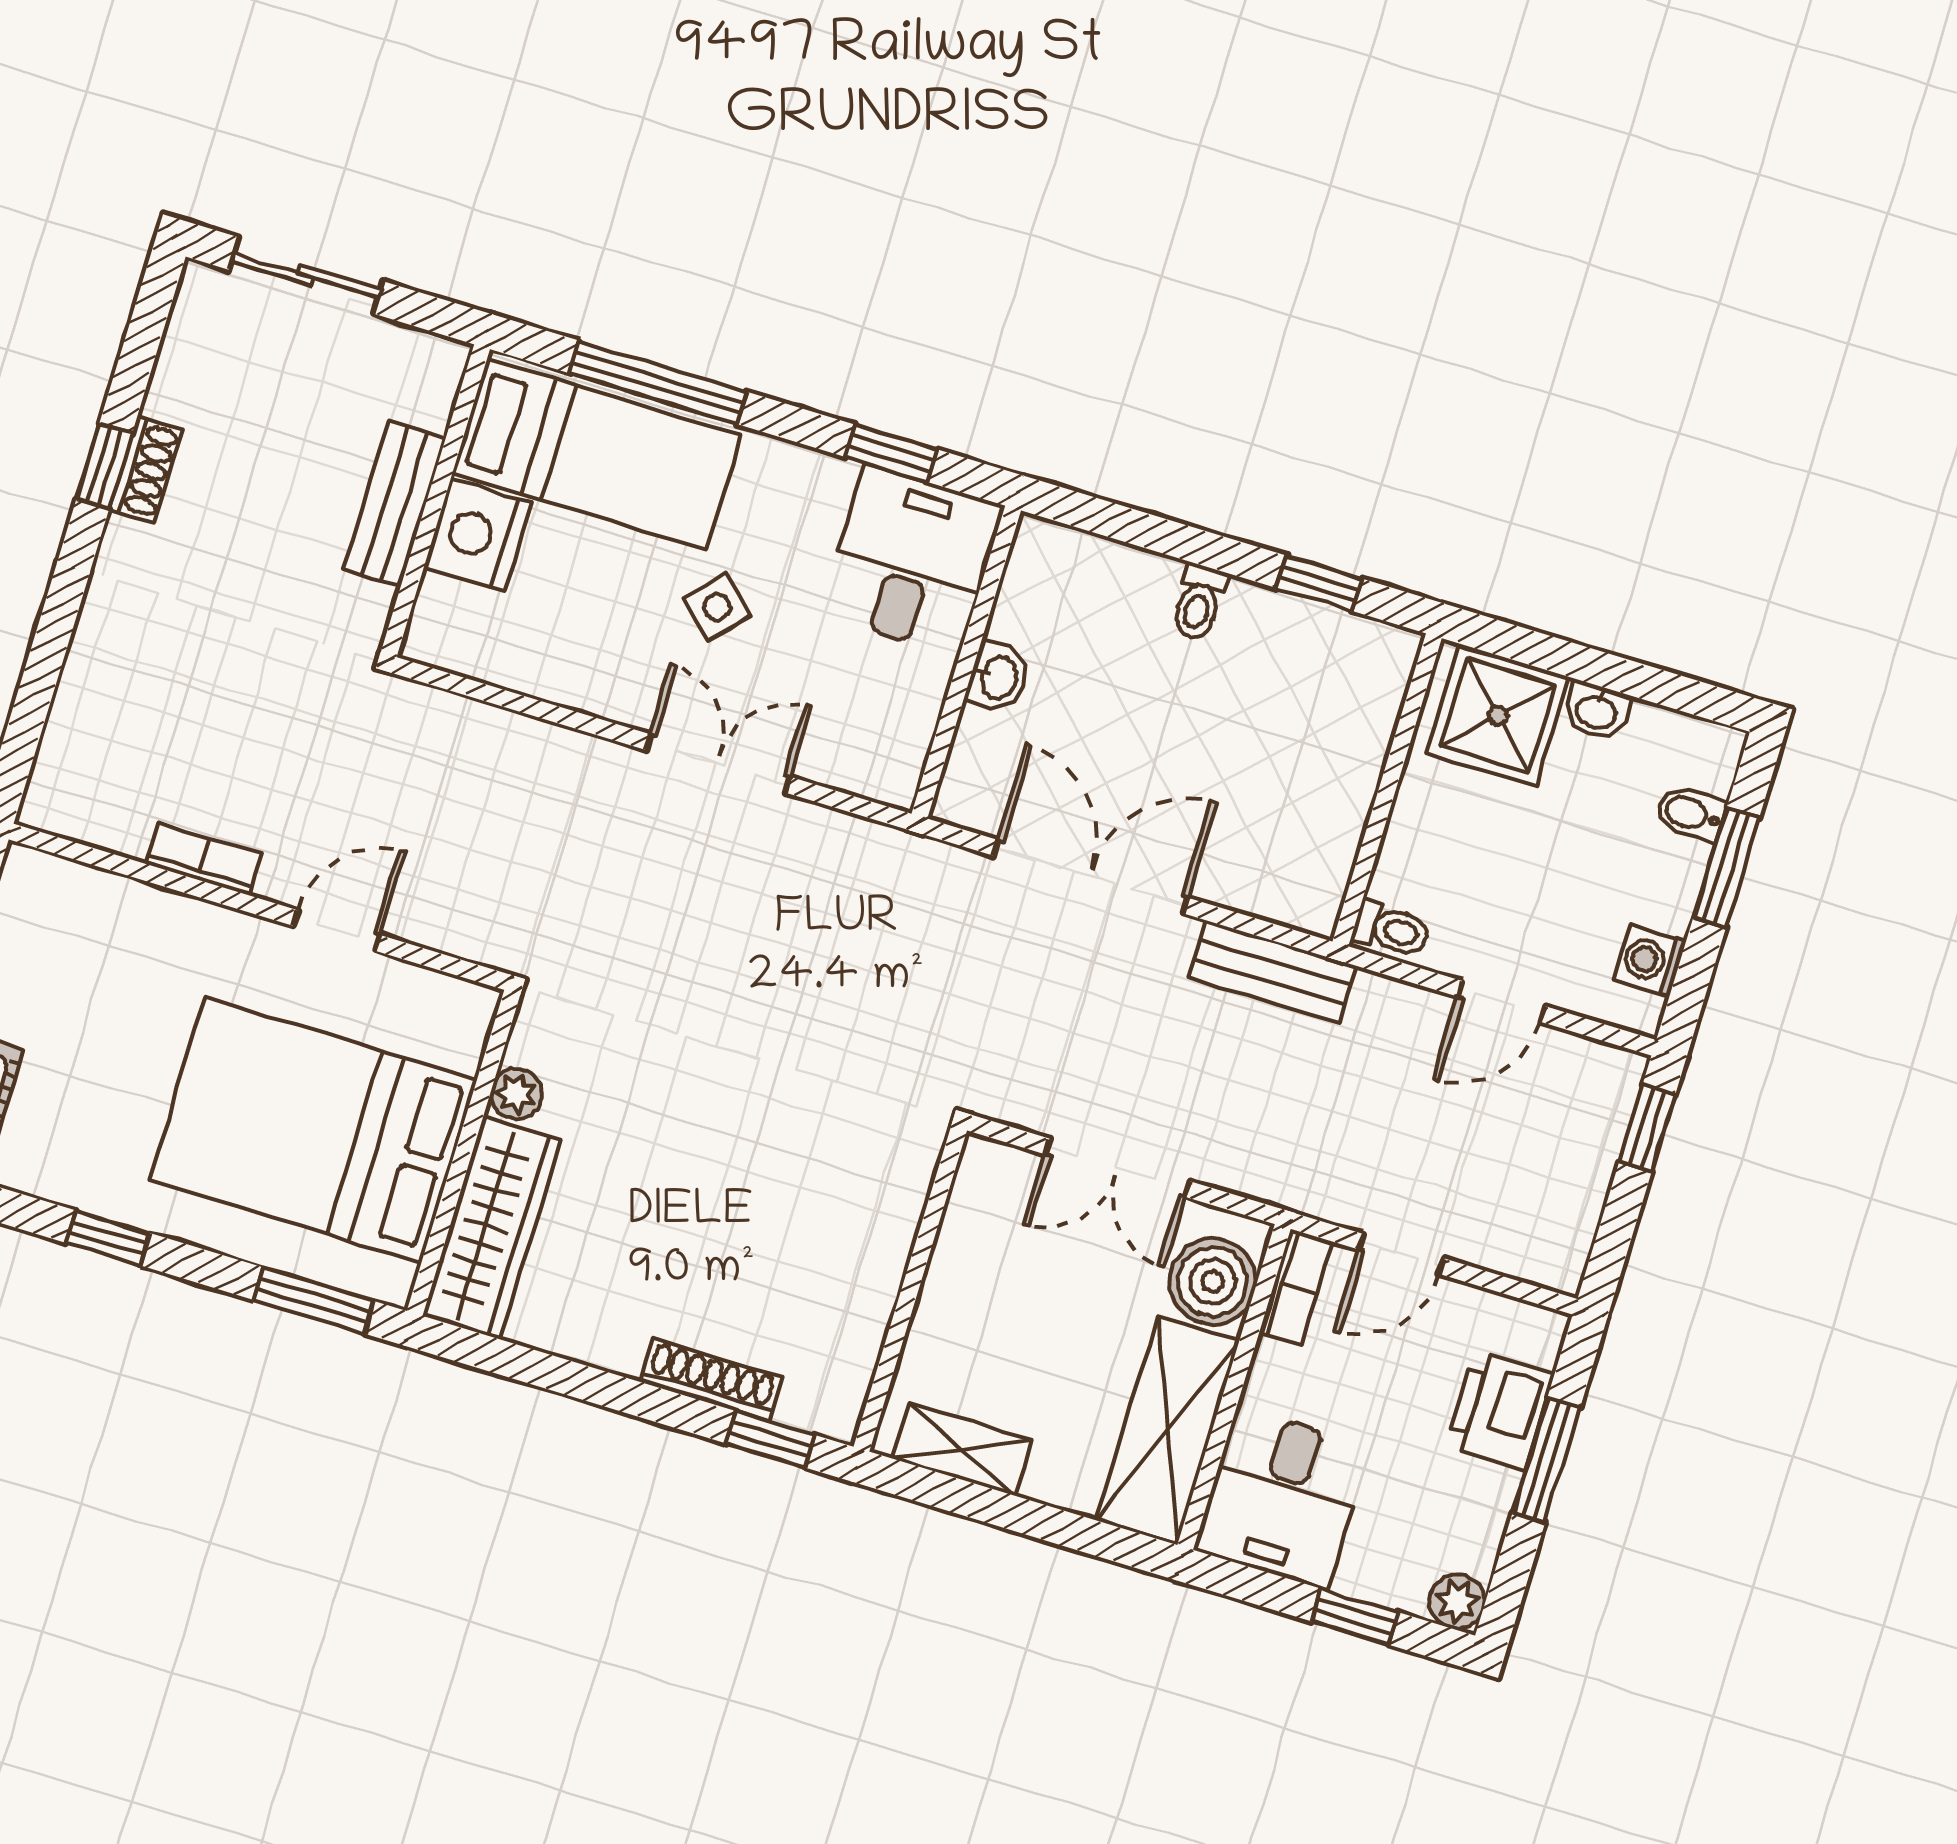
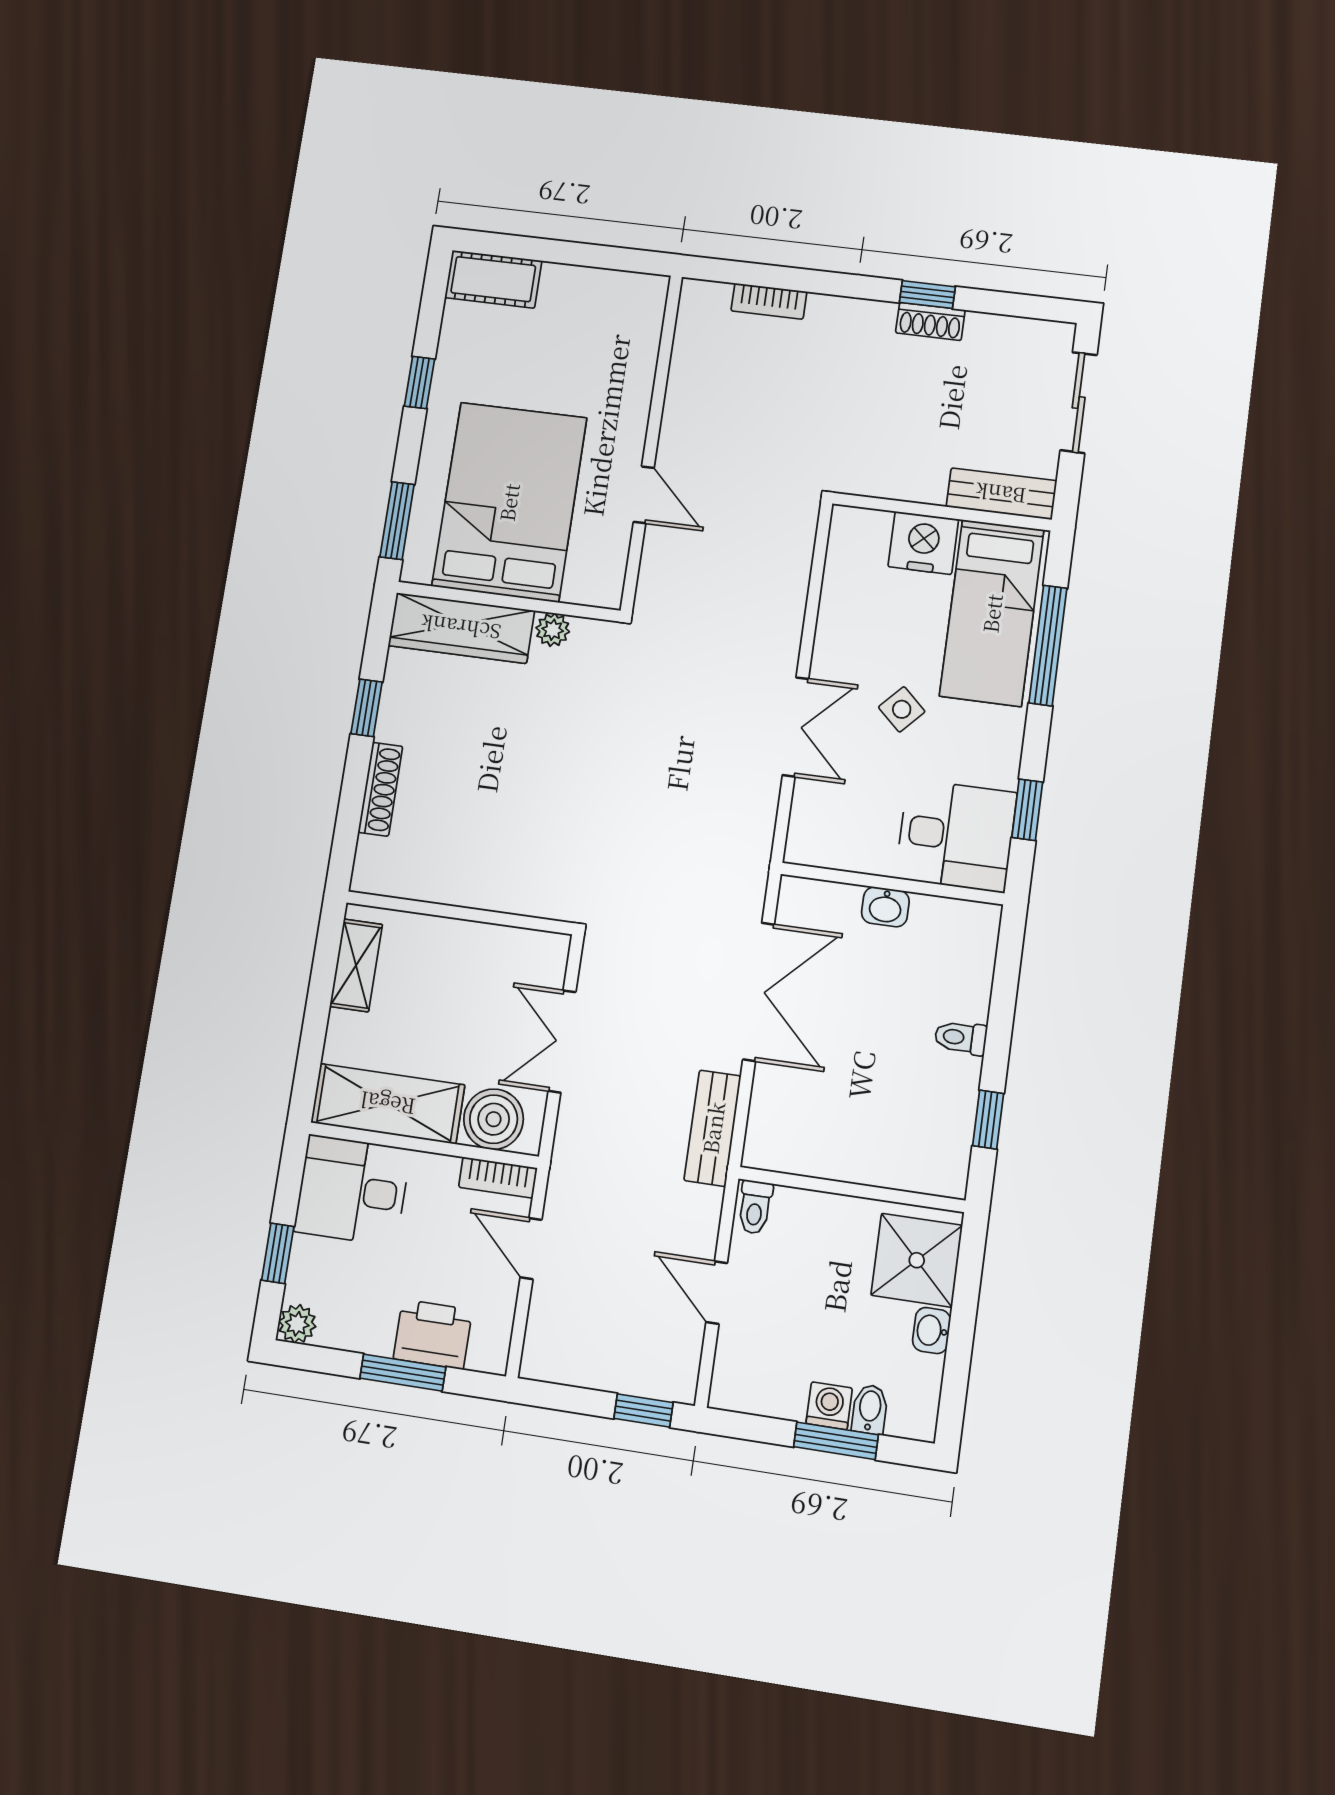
bench: (395, 503) -> (1001, 494), moved
bookcase: (204, 859) -> (769, 301), moved, turned 90
washing machine: (1650, 961) -> (829, 1406), moved
window: (771, 1439) -> (367, 708), moved

